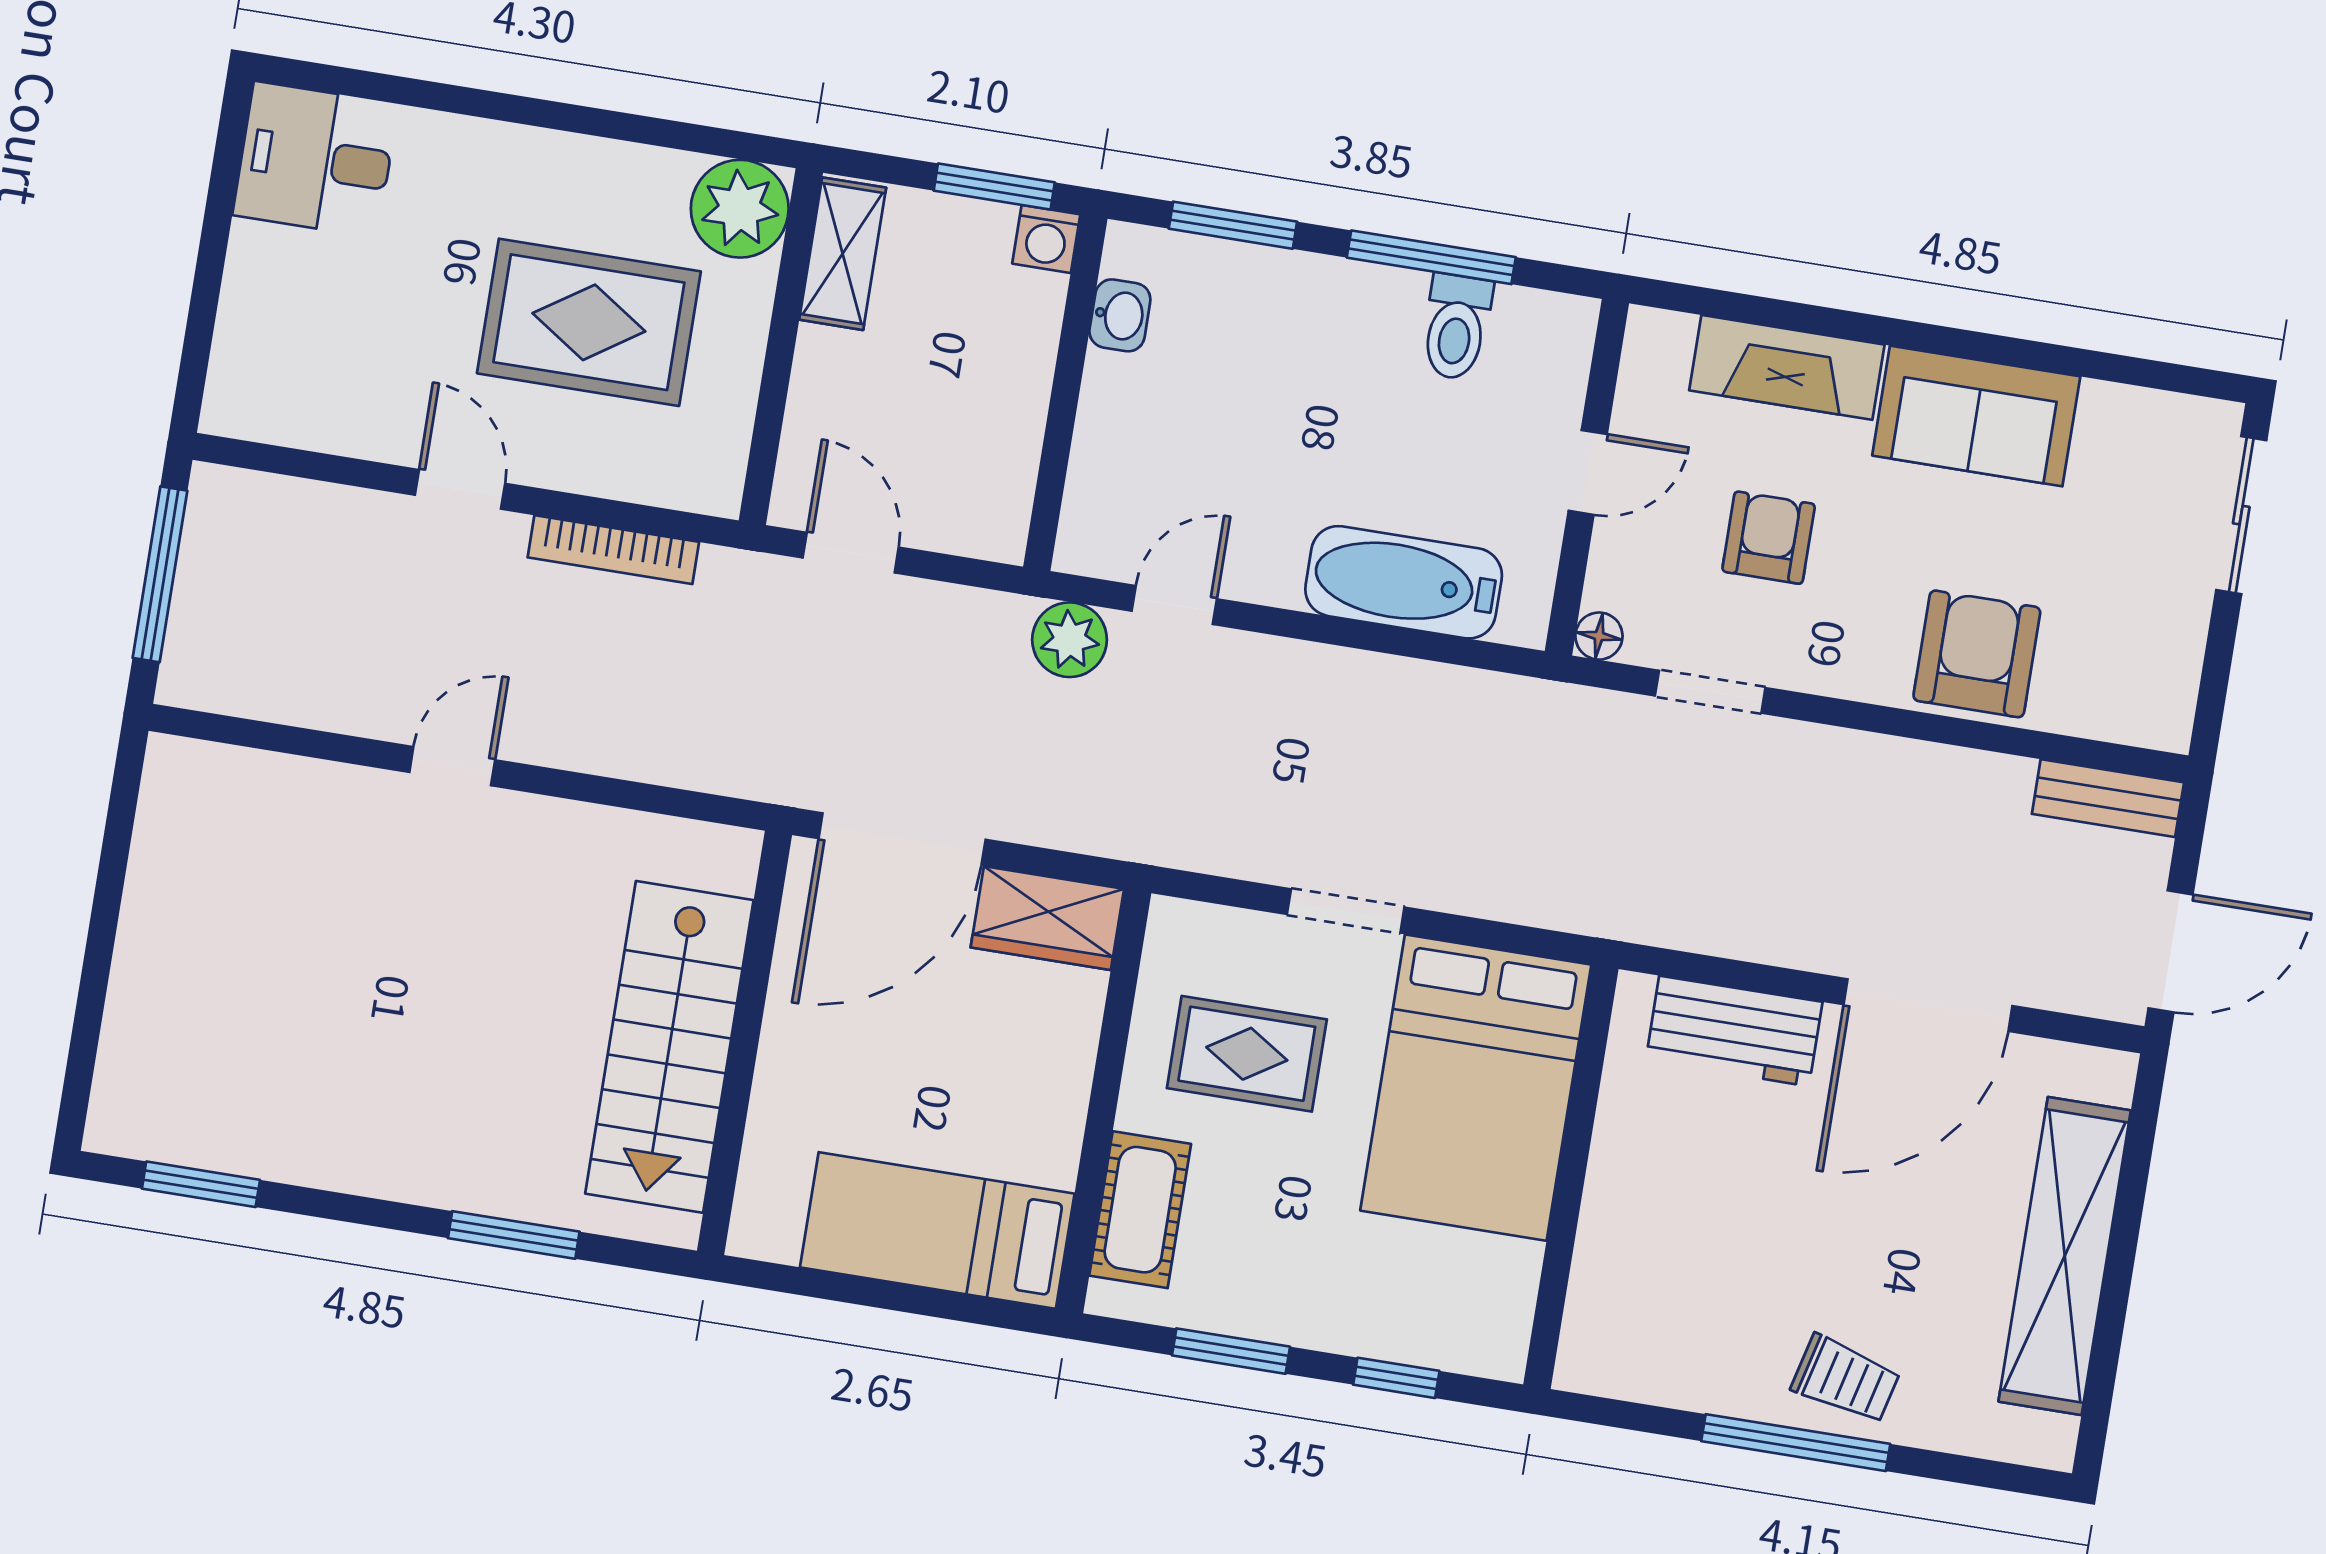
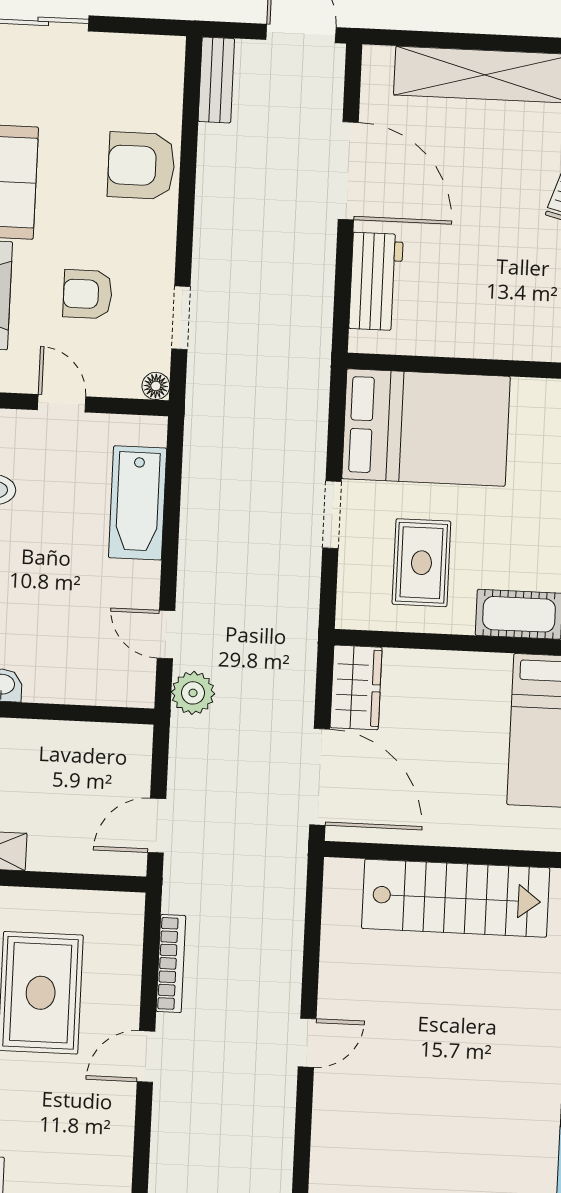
door: (452, 766) -> (307, 1043), swing flipped

